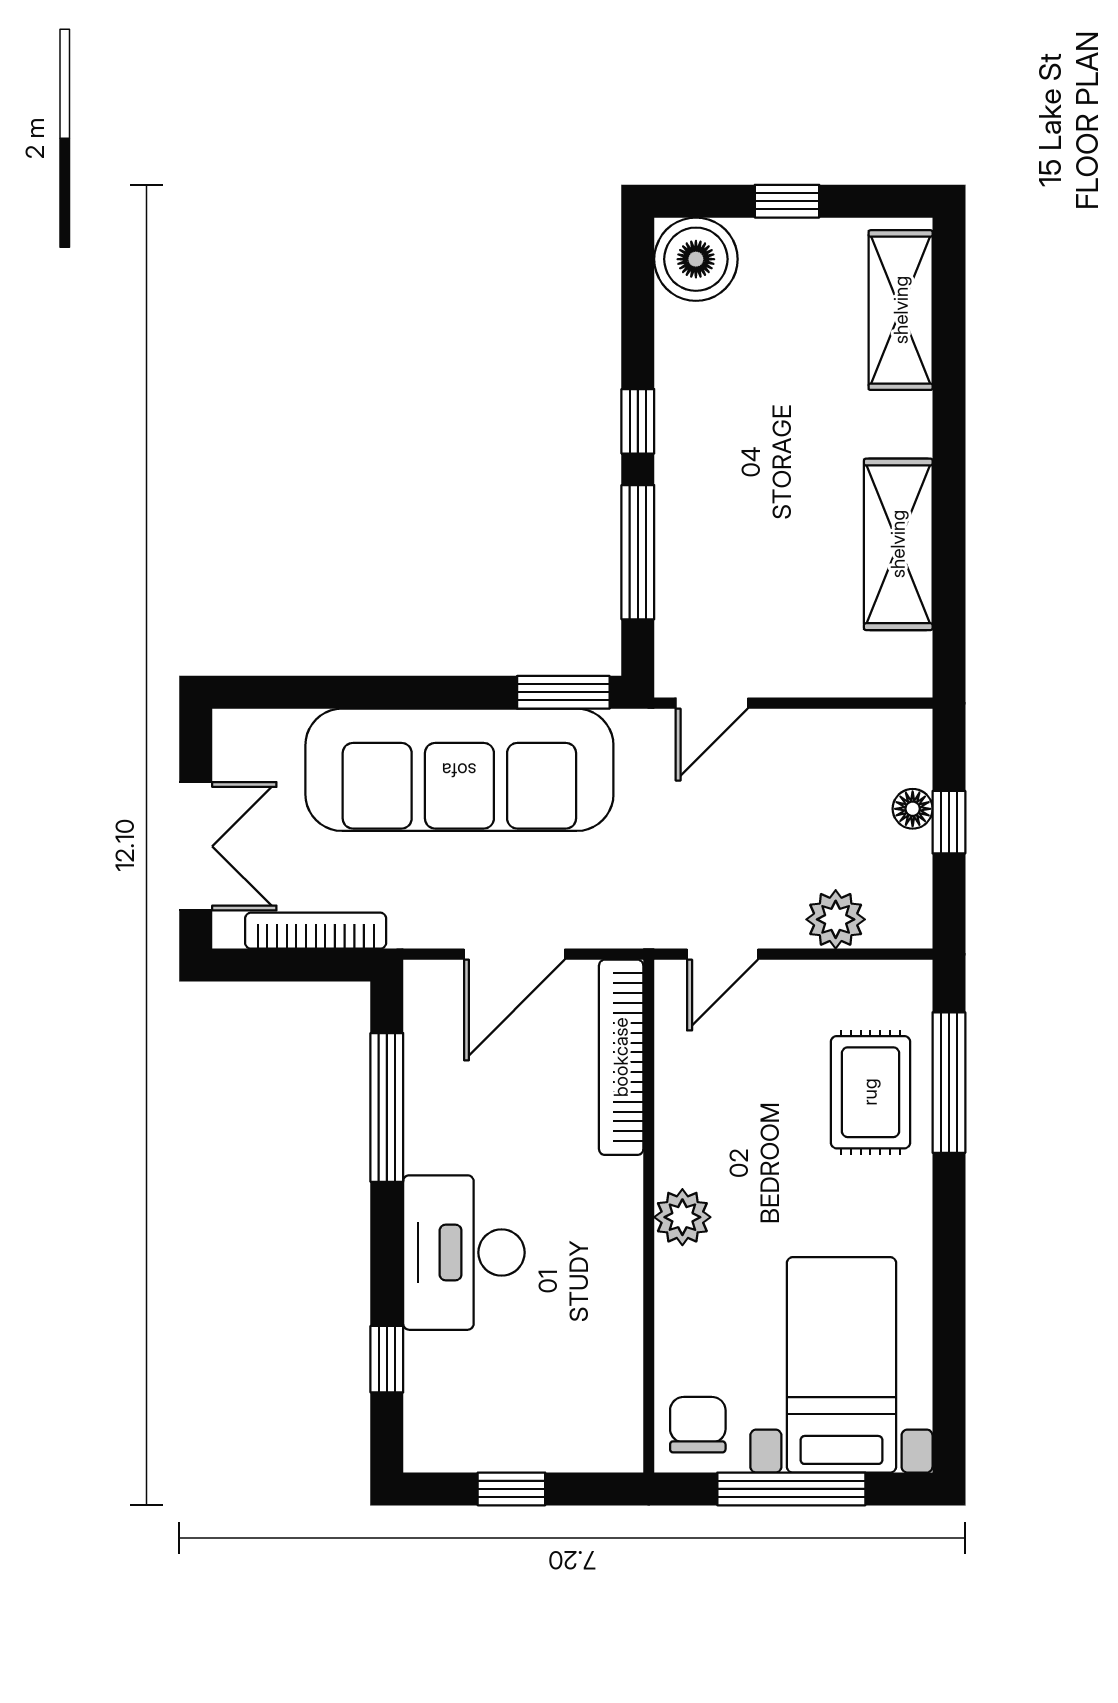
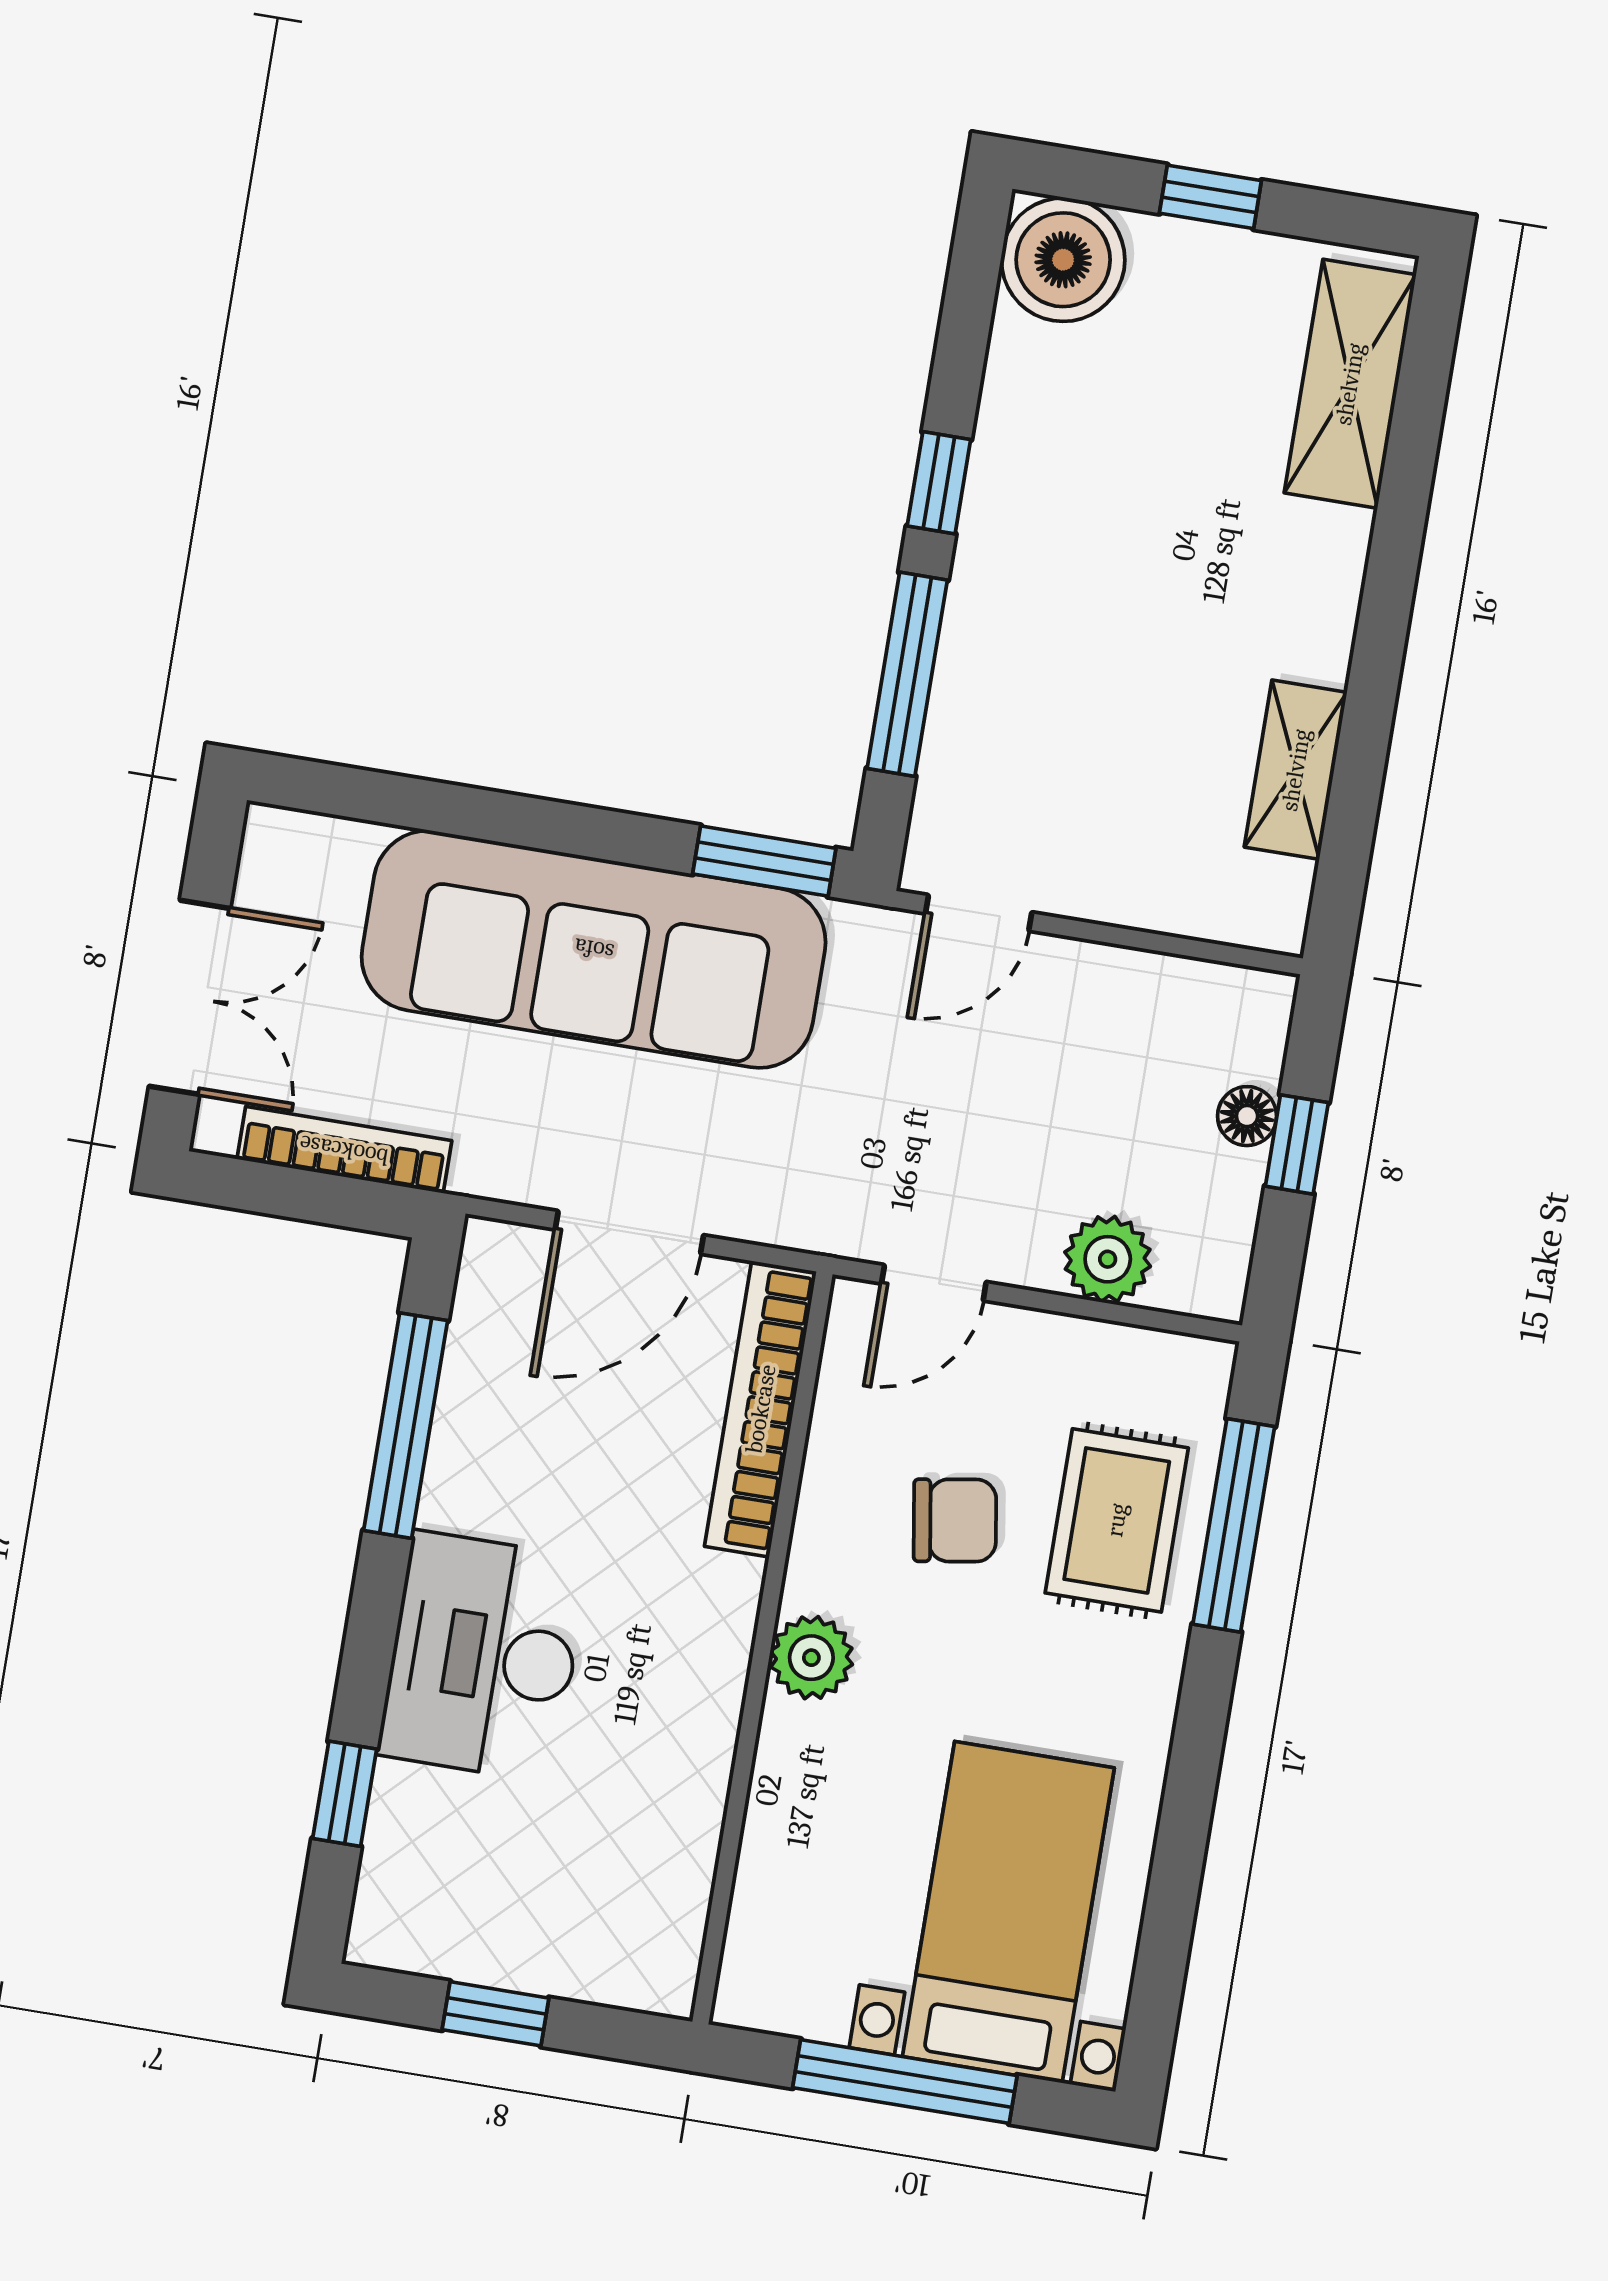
shelving: (898, 544) -> (1296, 770), width x0.67, depth x0.75
chair: (698, 1425) -> (955, 1520), moved, turned 81

